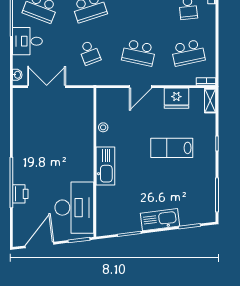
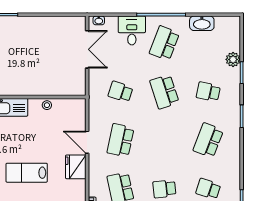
school desk: (90, 53) -> (120, 92), turned 39
fridge: (176, 98) -> (76, 167), moved
lab bench: (172, 148) -> (27, 173), turned -90

